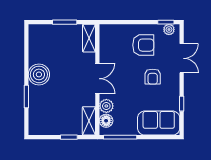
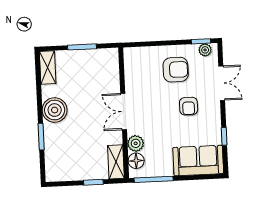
shelving: (89, 38) -> (48, 67), moved
double door: (97, 79) -> (124, 112), swing flipped

